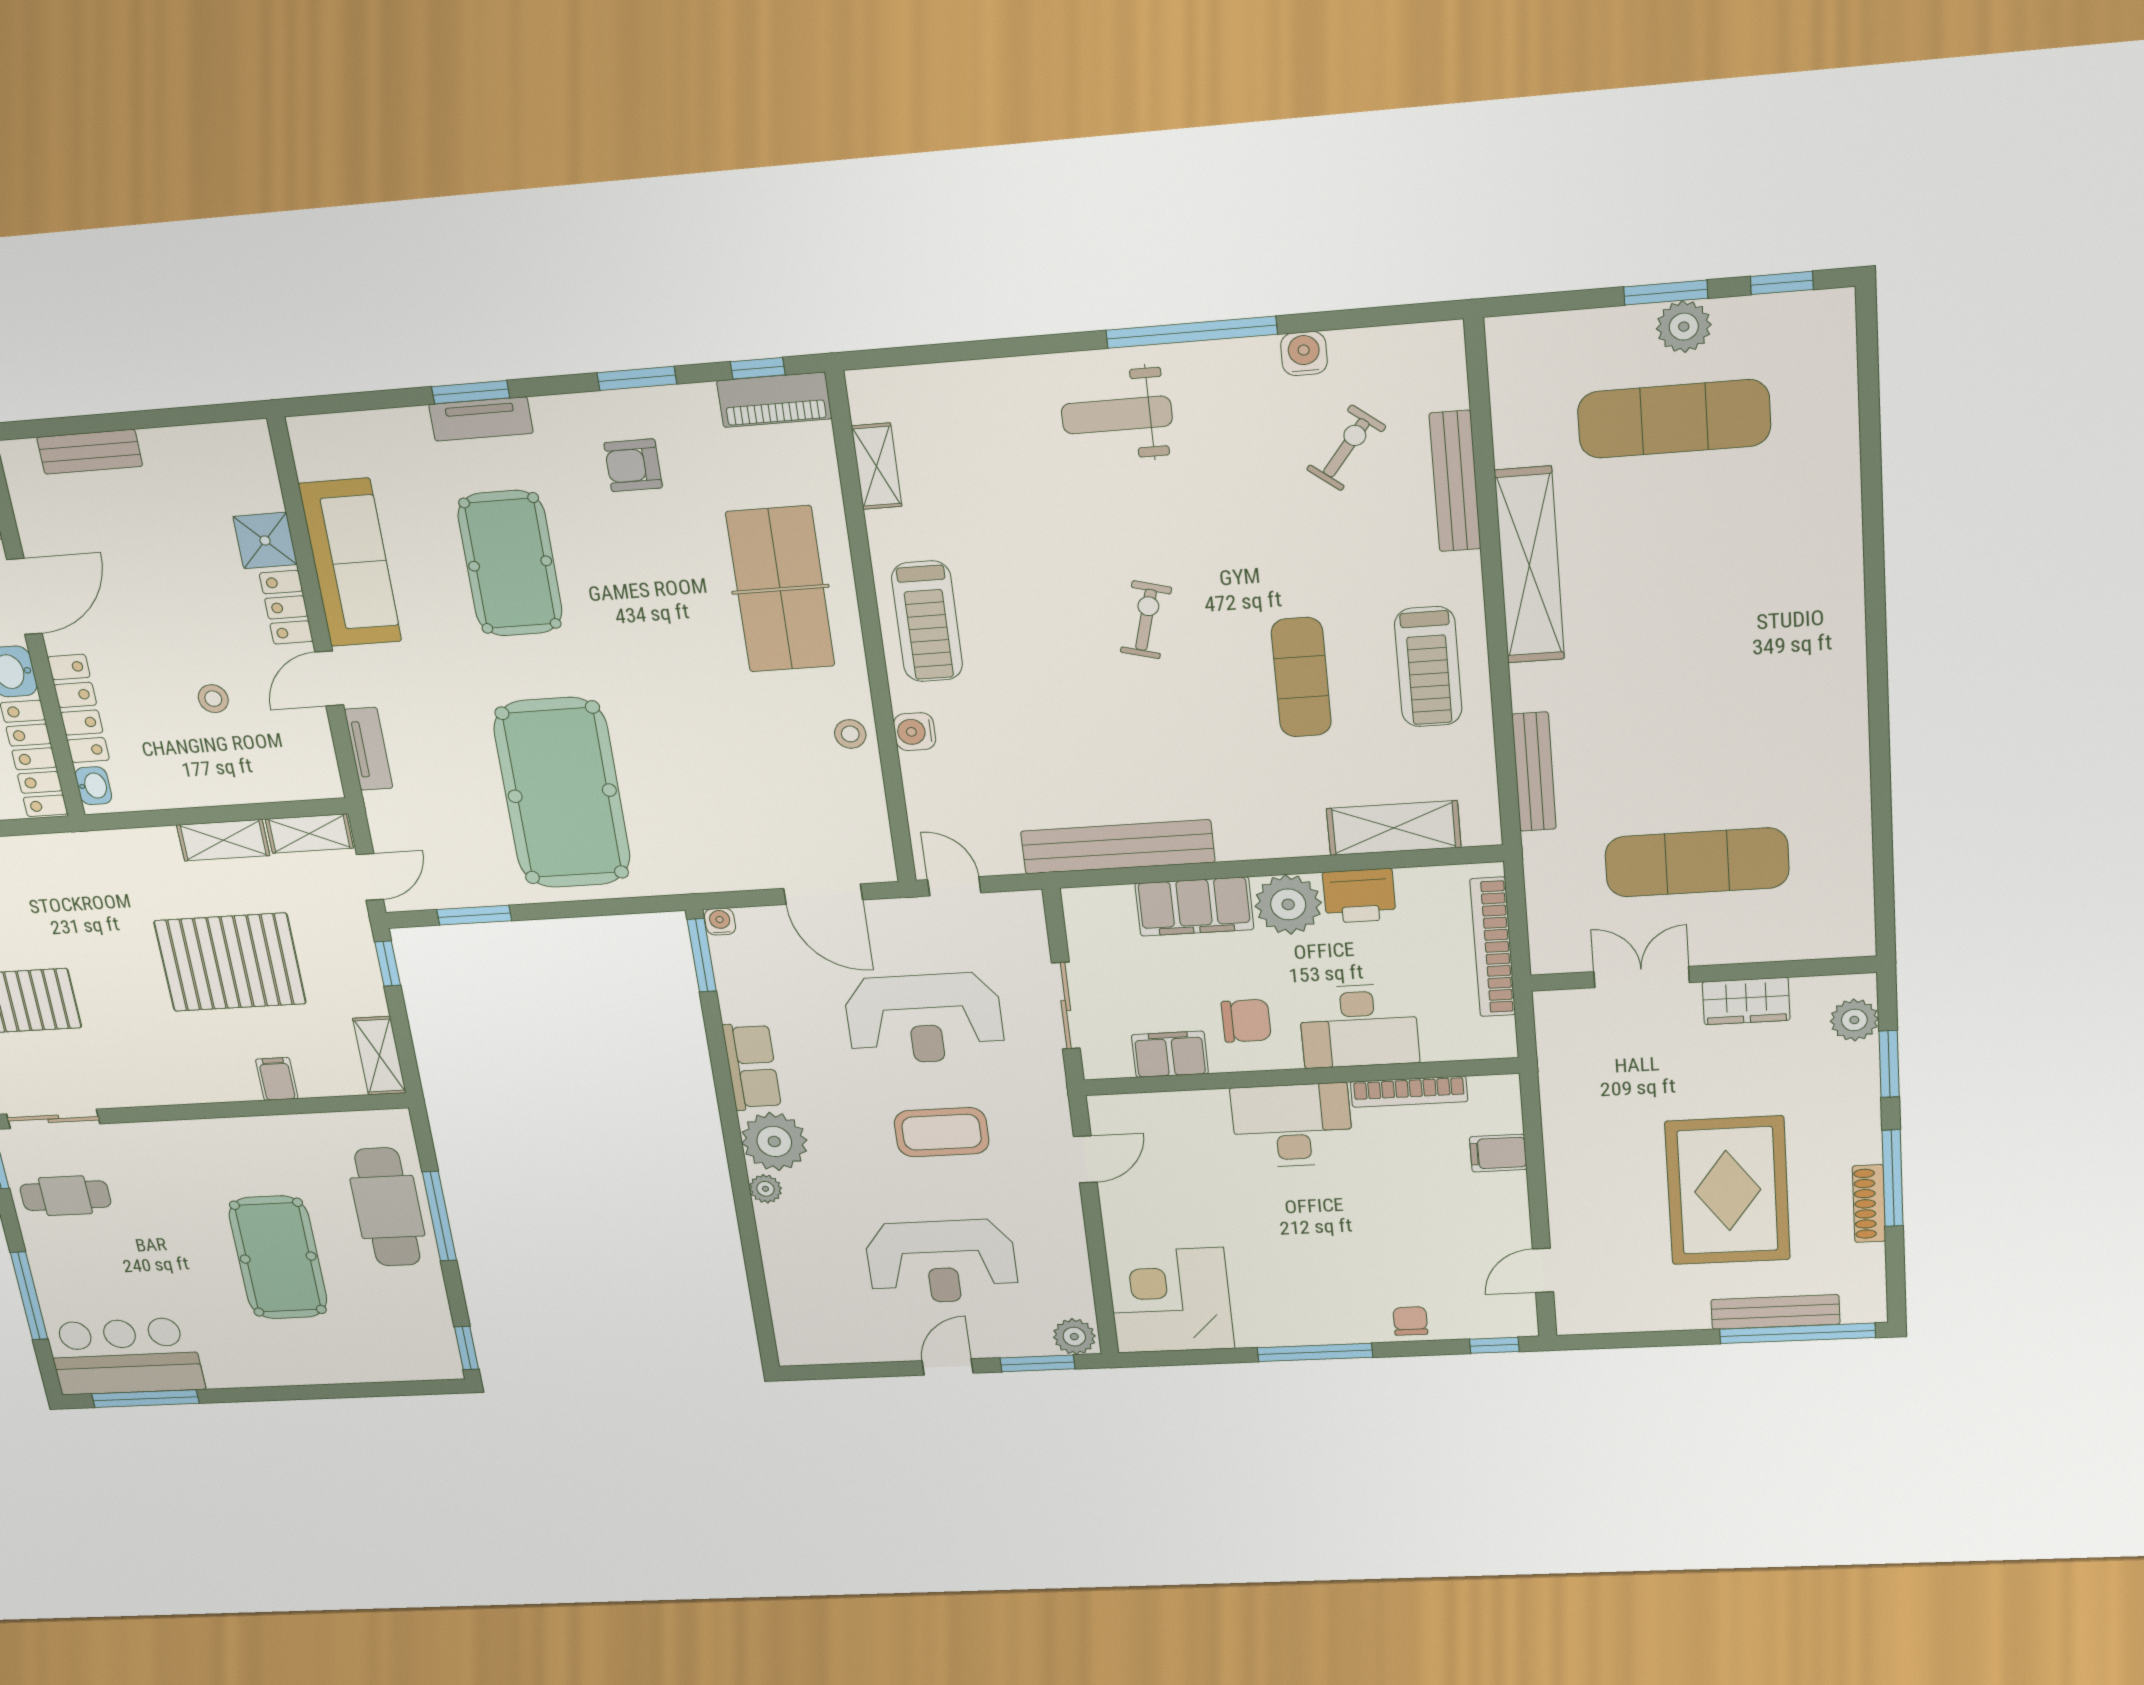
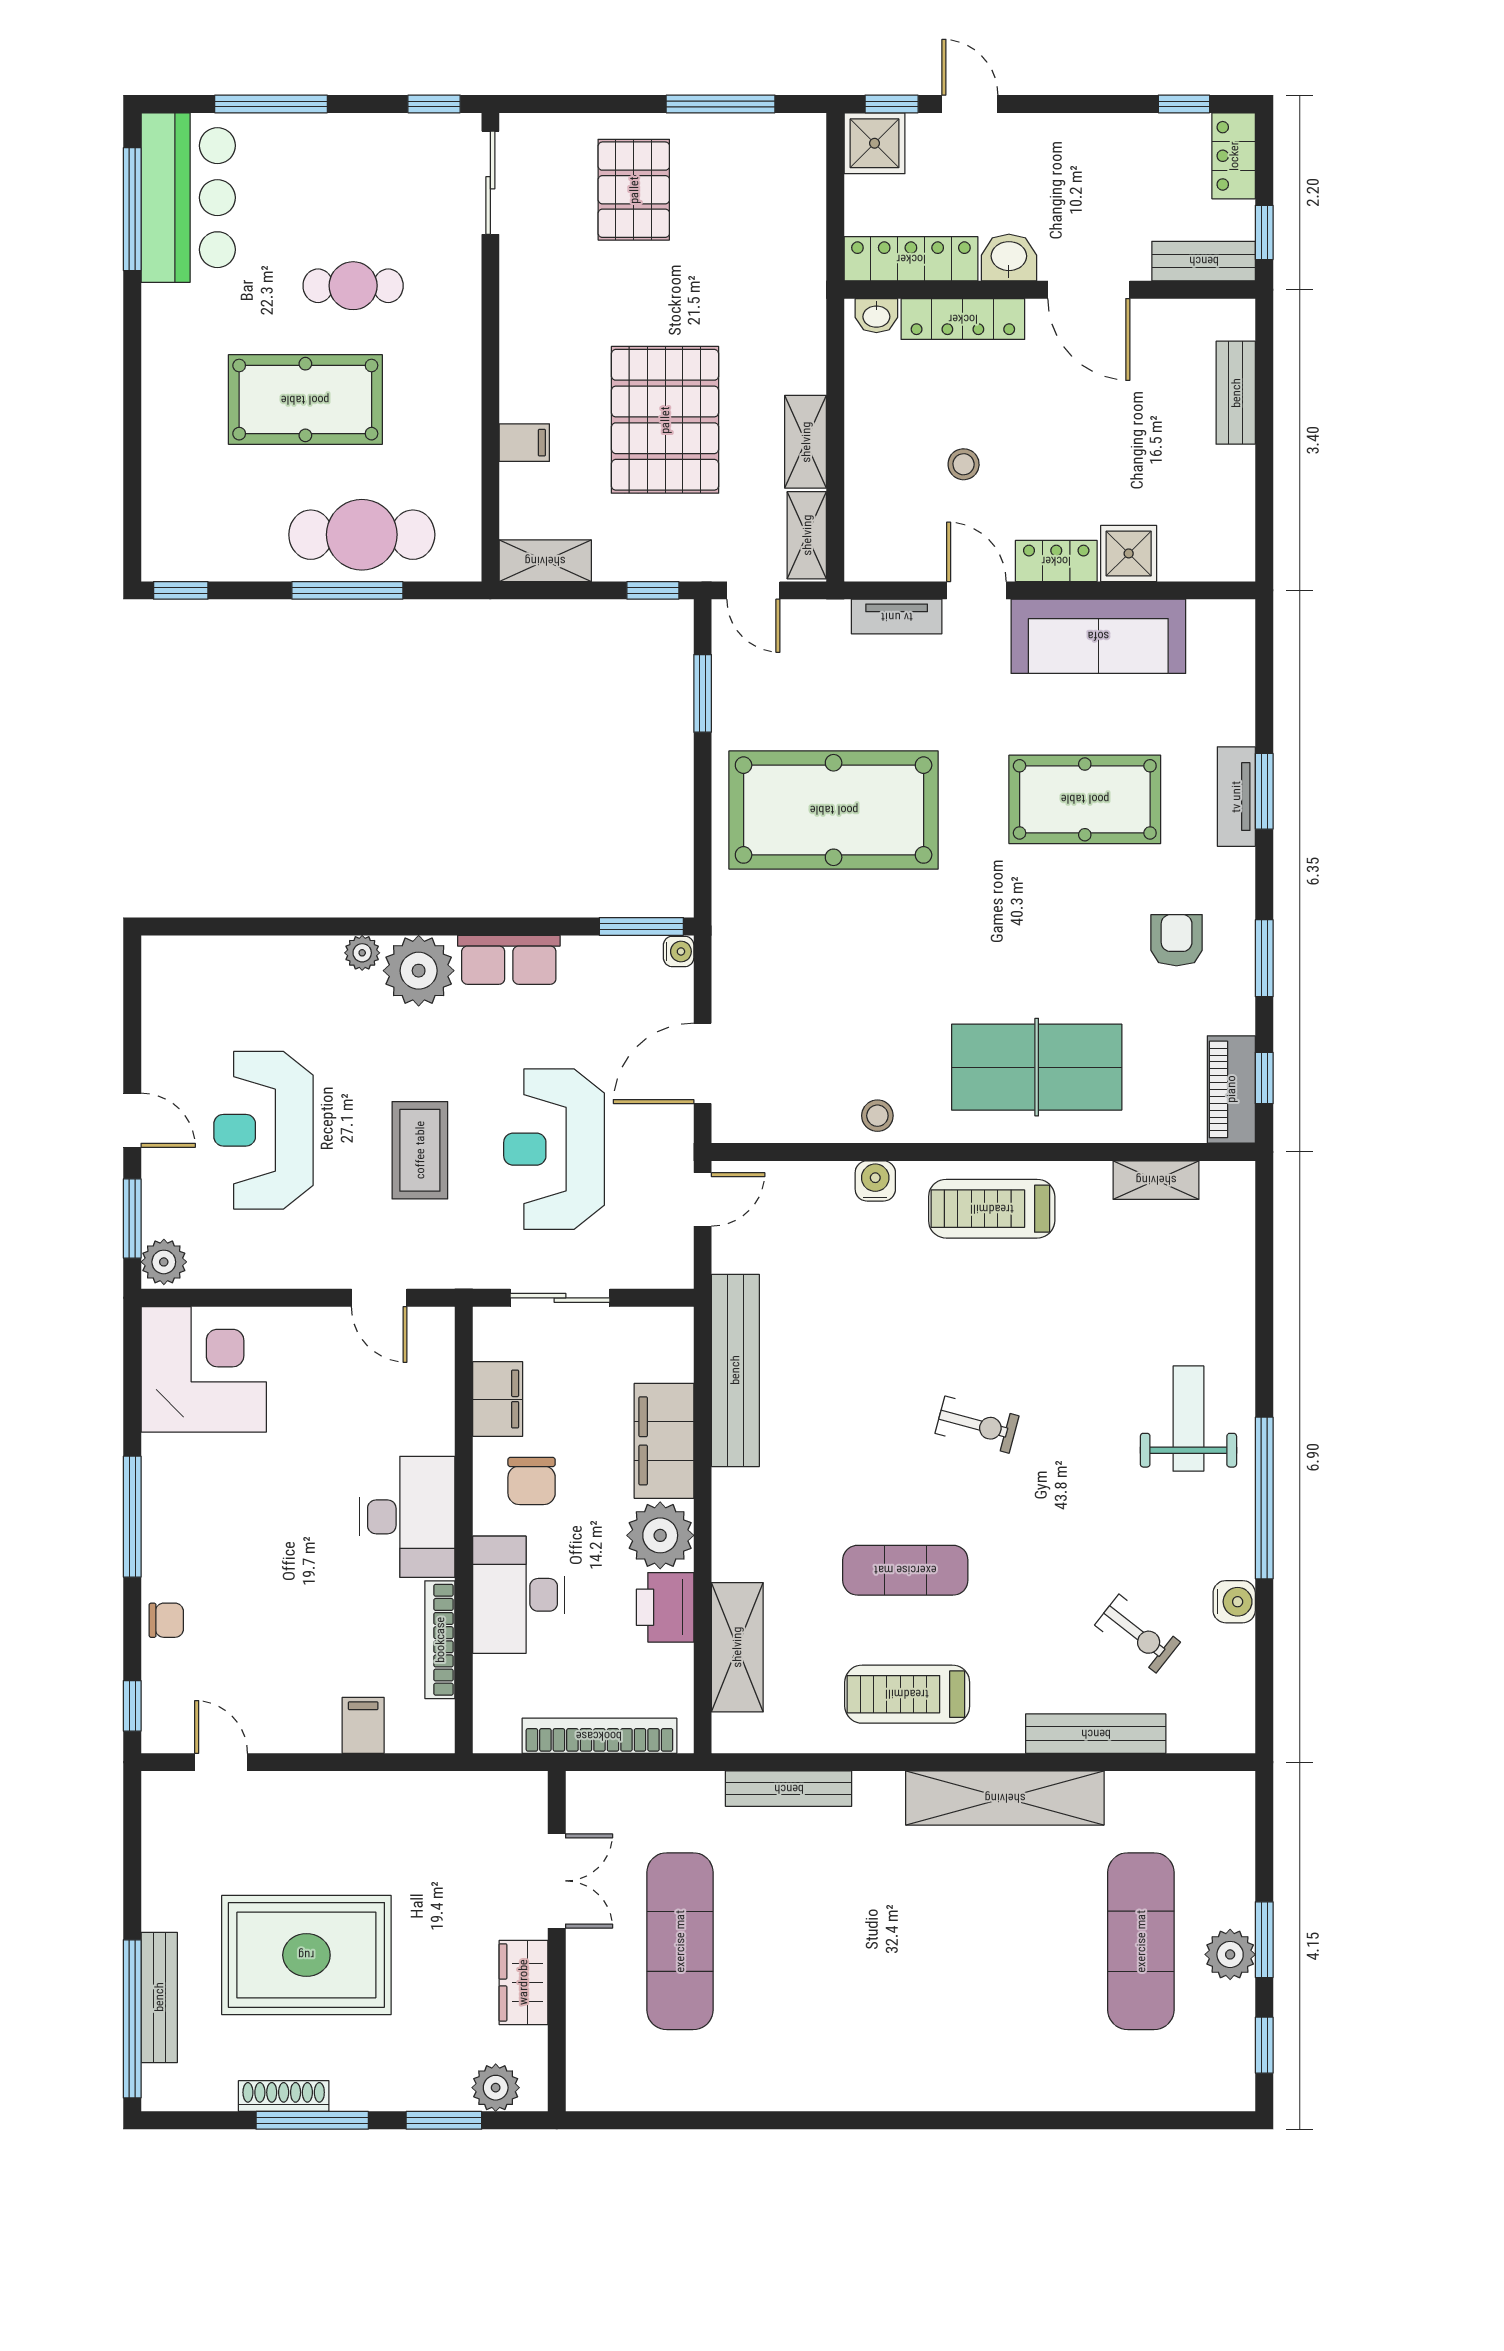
cafe table: (65, 1196) -> (353, 286), moved, turned 90

